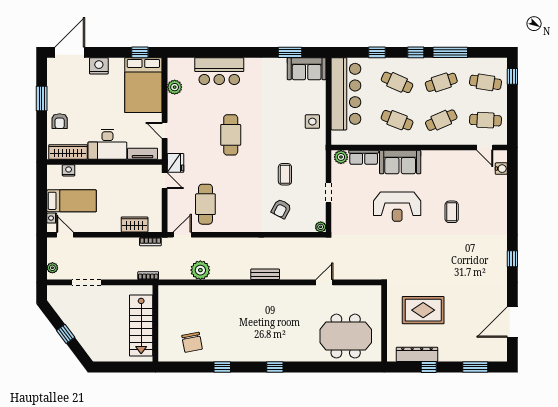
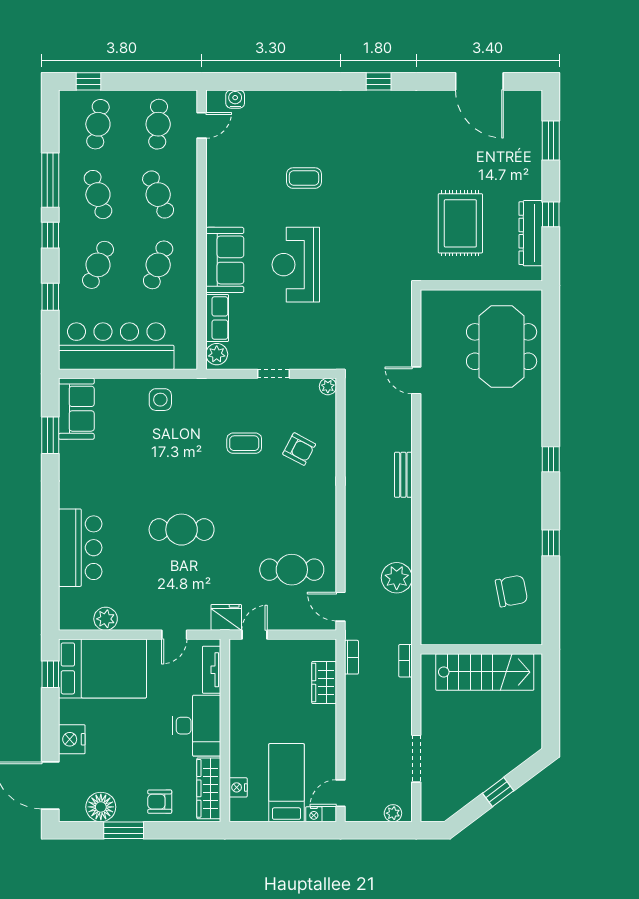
floor lamp: (56, 84) -> (101, 807), added
armchair: (60, 121) -> (160, 802), turned 180
reception desk: (397, 207) -> (296, 265), turned 180

